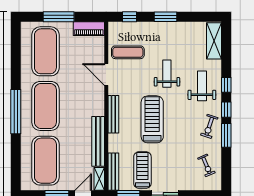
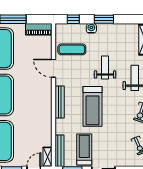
water cooler: (151, 27) -> (91, 28), added
treadmill: (152, 119) -> (93, 106), turned 180
bench: (98, 141) -> (47, 125), removed

